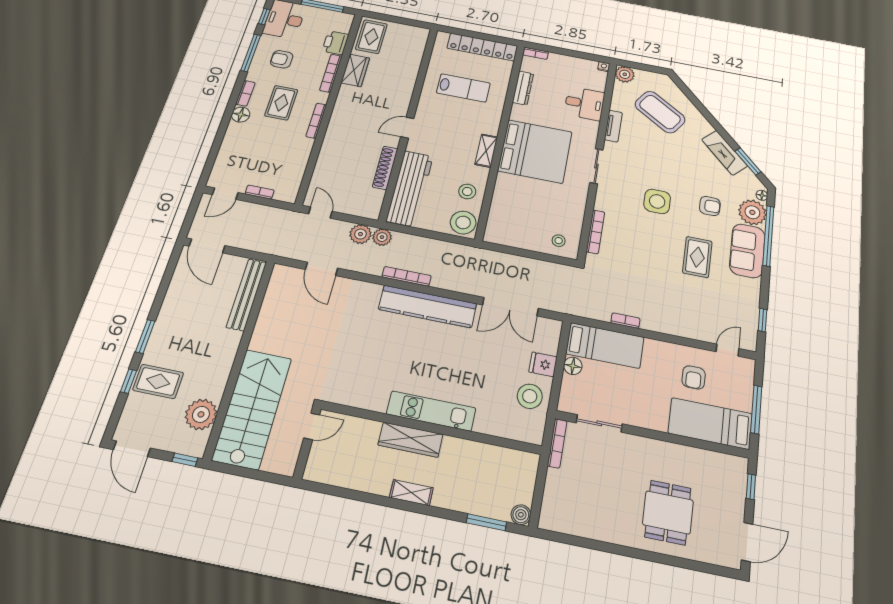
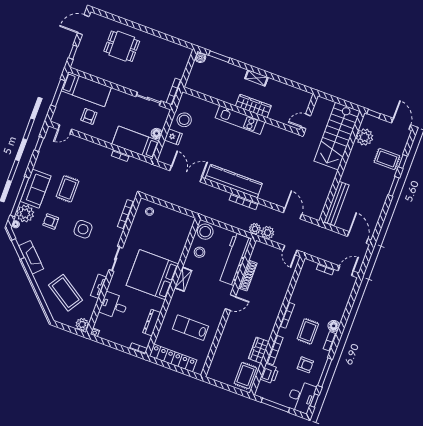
dining table: (668, 512) -> (122, 46), turned 90

